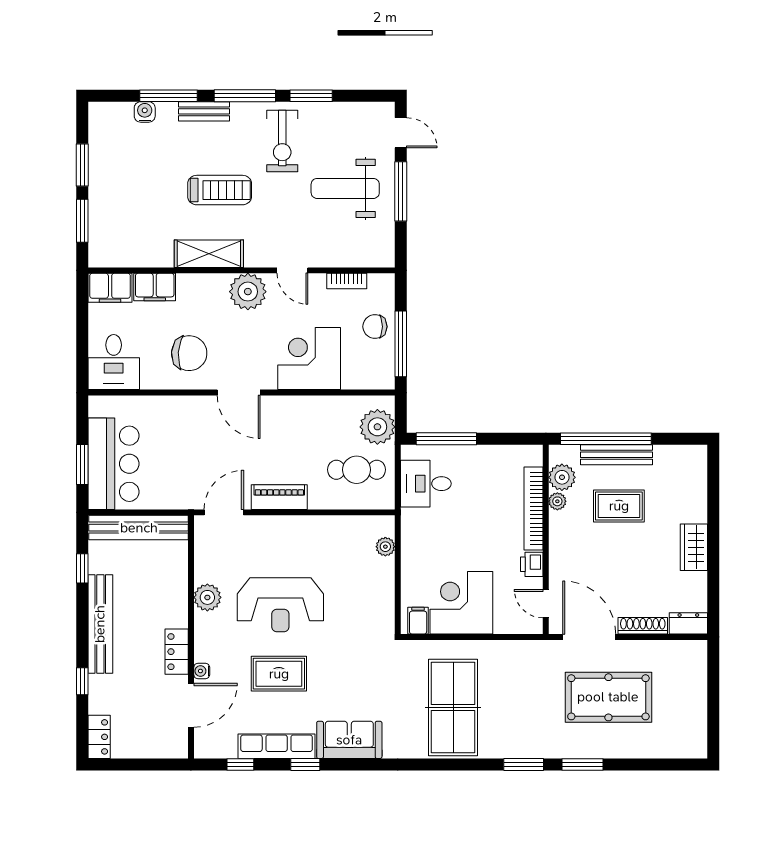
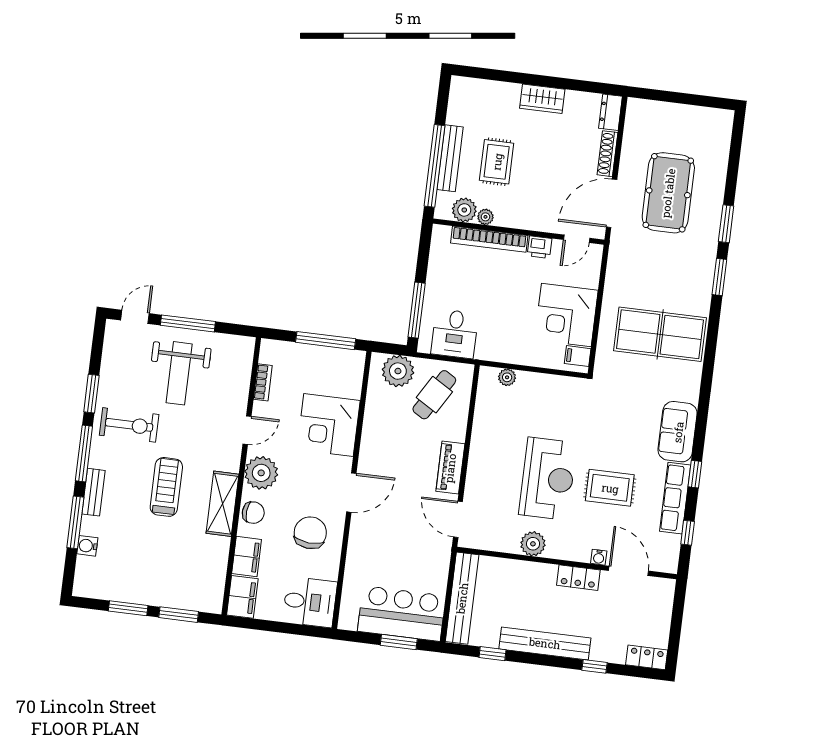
chair: (375, 327) -> (253, 513), moved, turned -86
cafe table: (357, 470) -> (434, 395), turned 31
rug: (279, 674) -> (610, 488), turned 90

